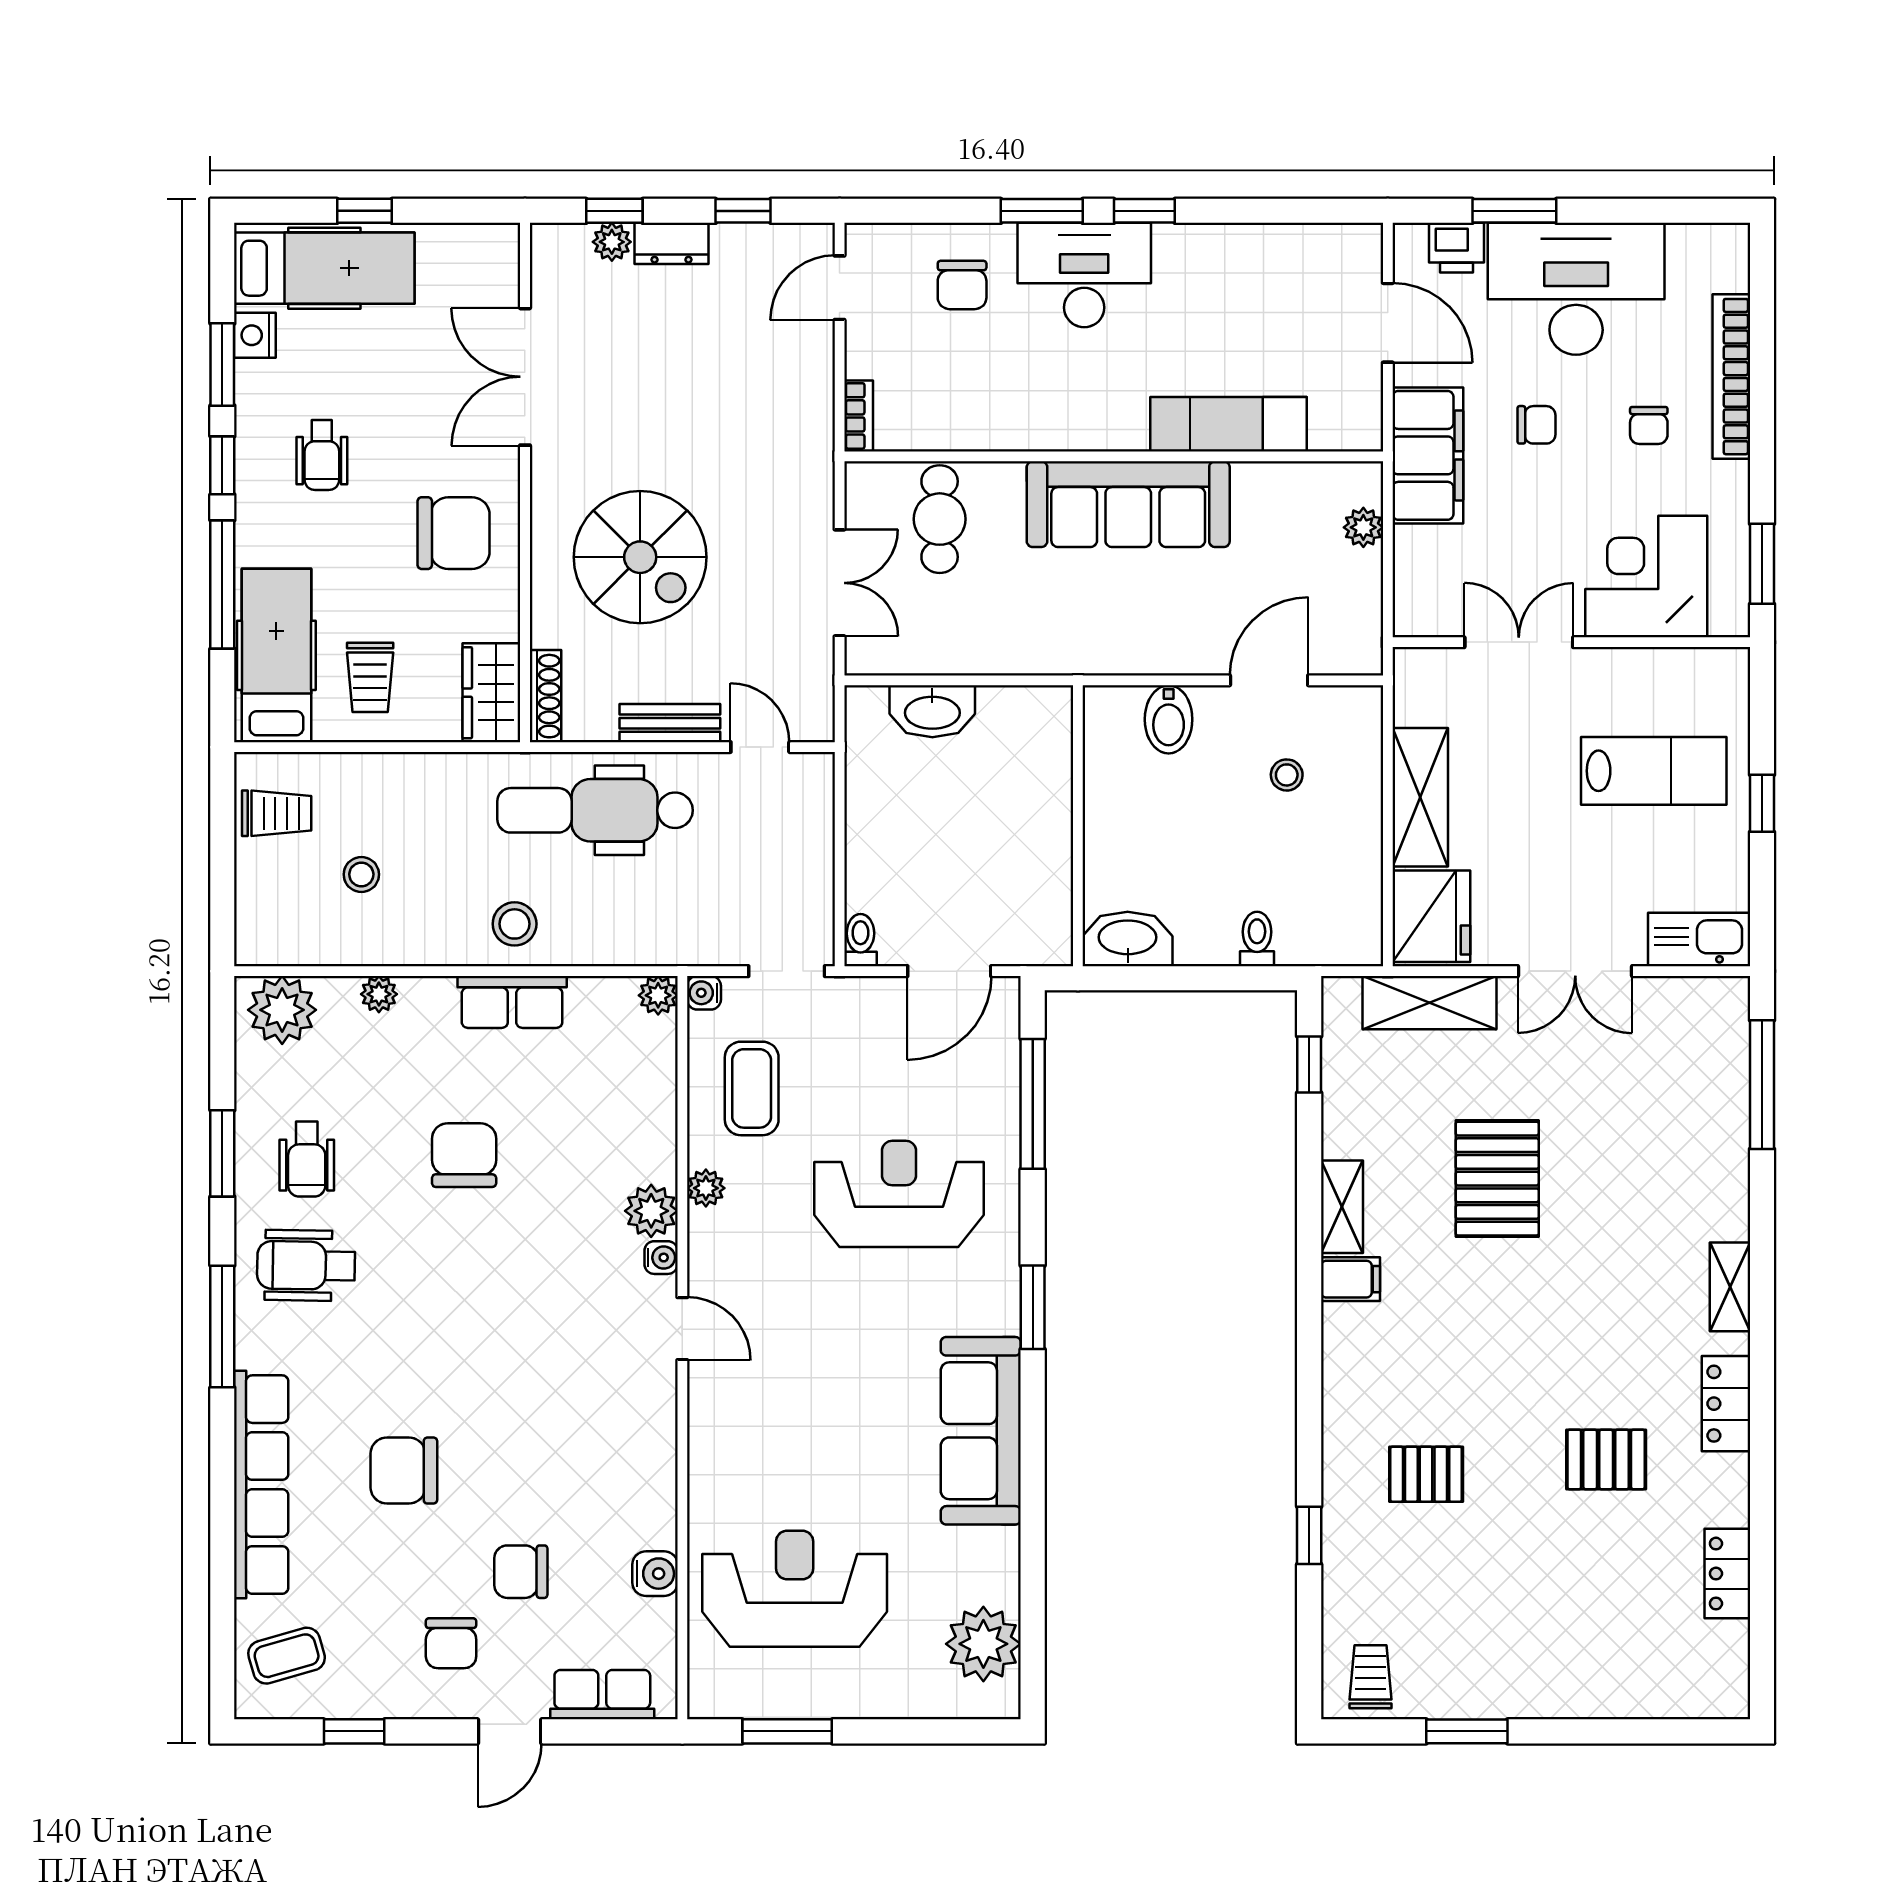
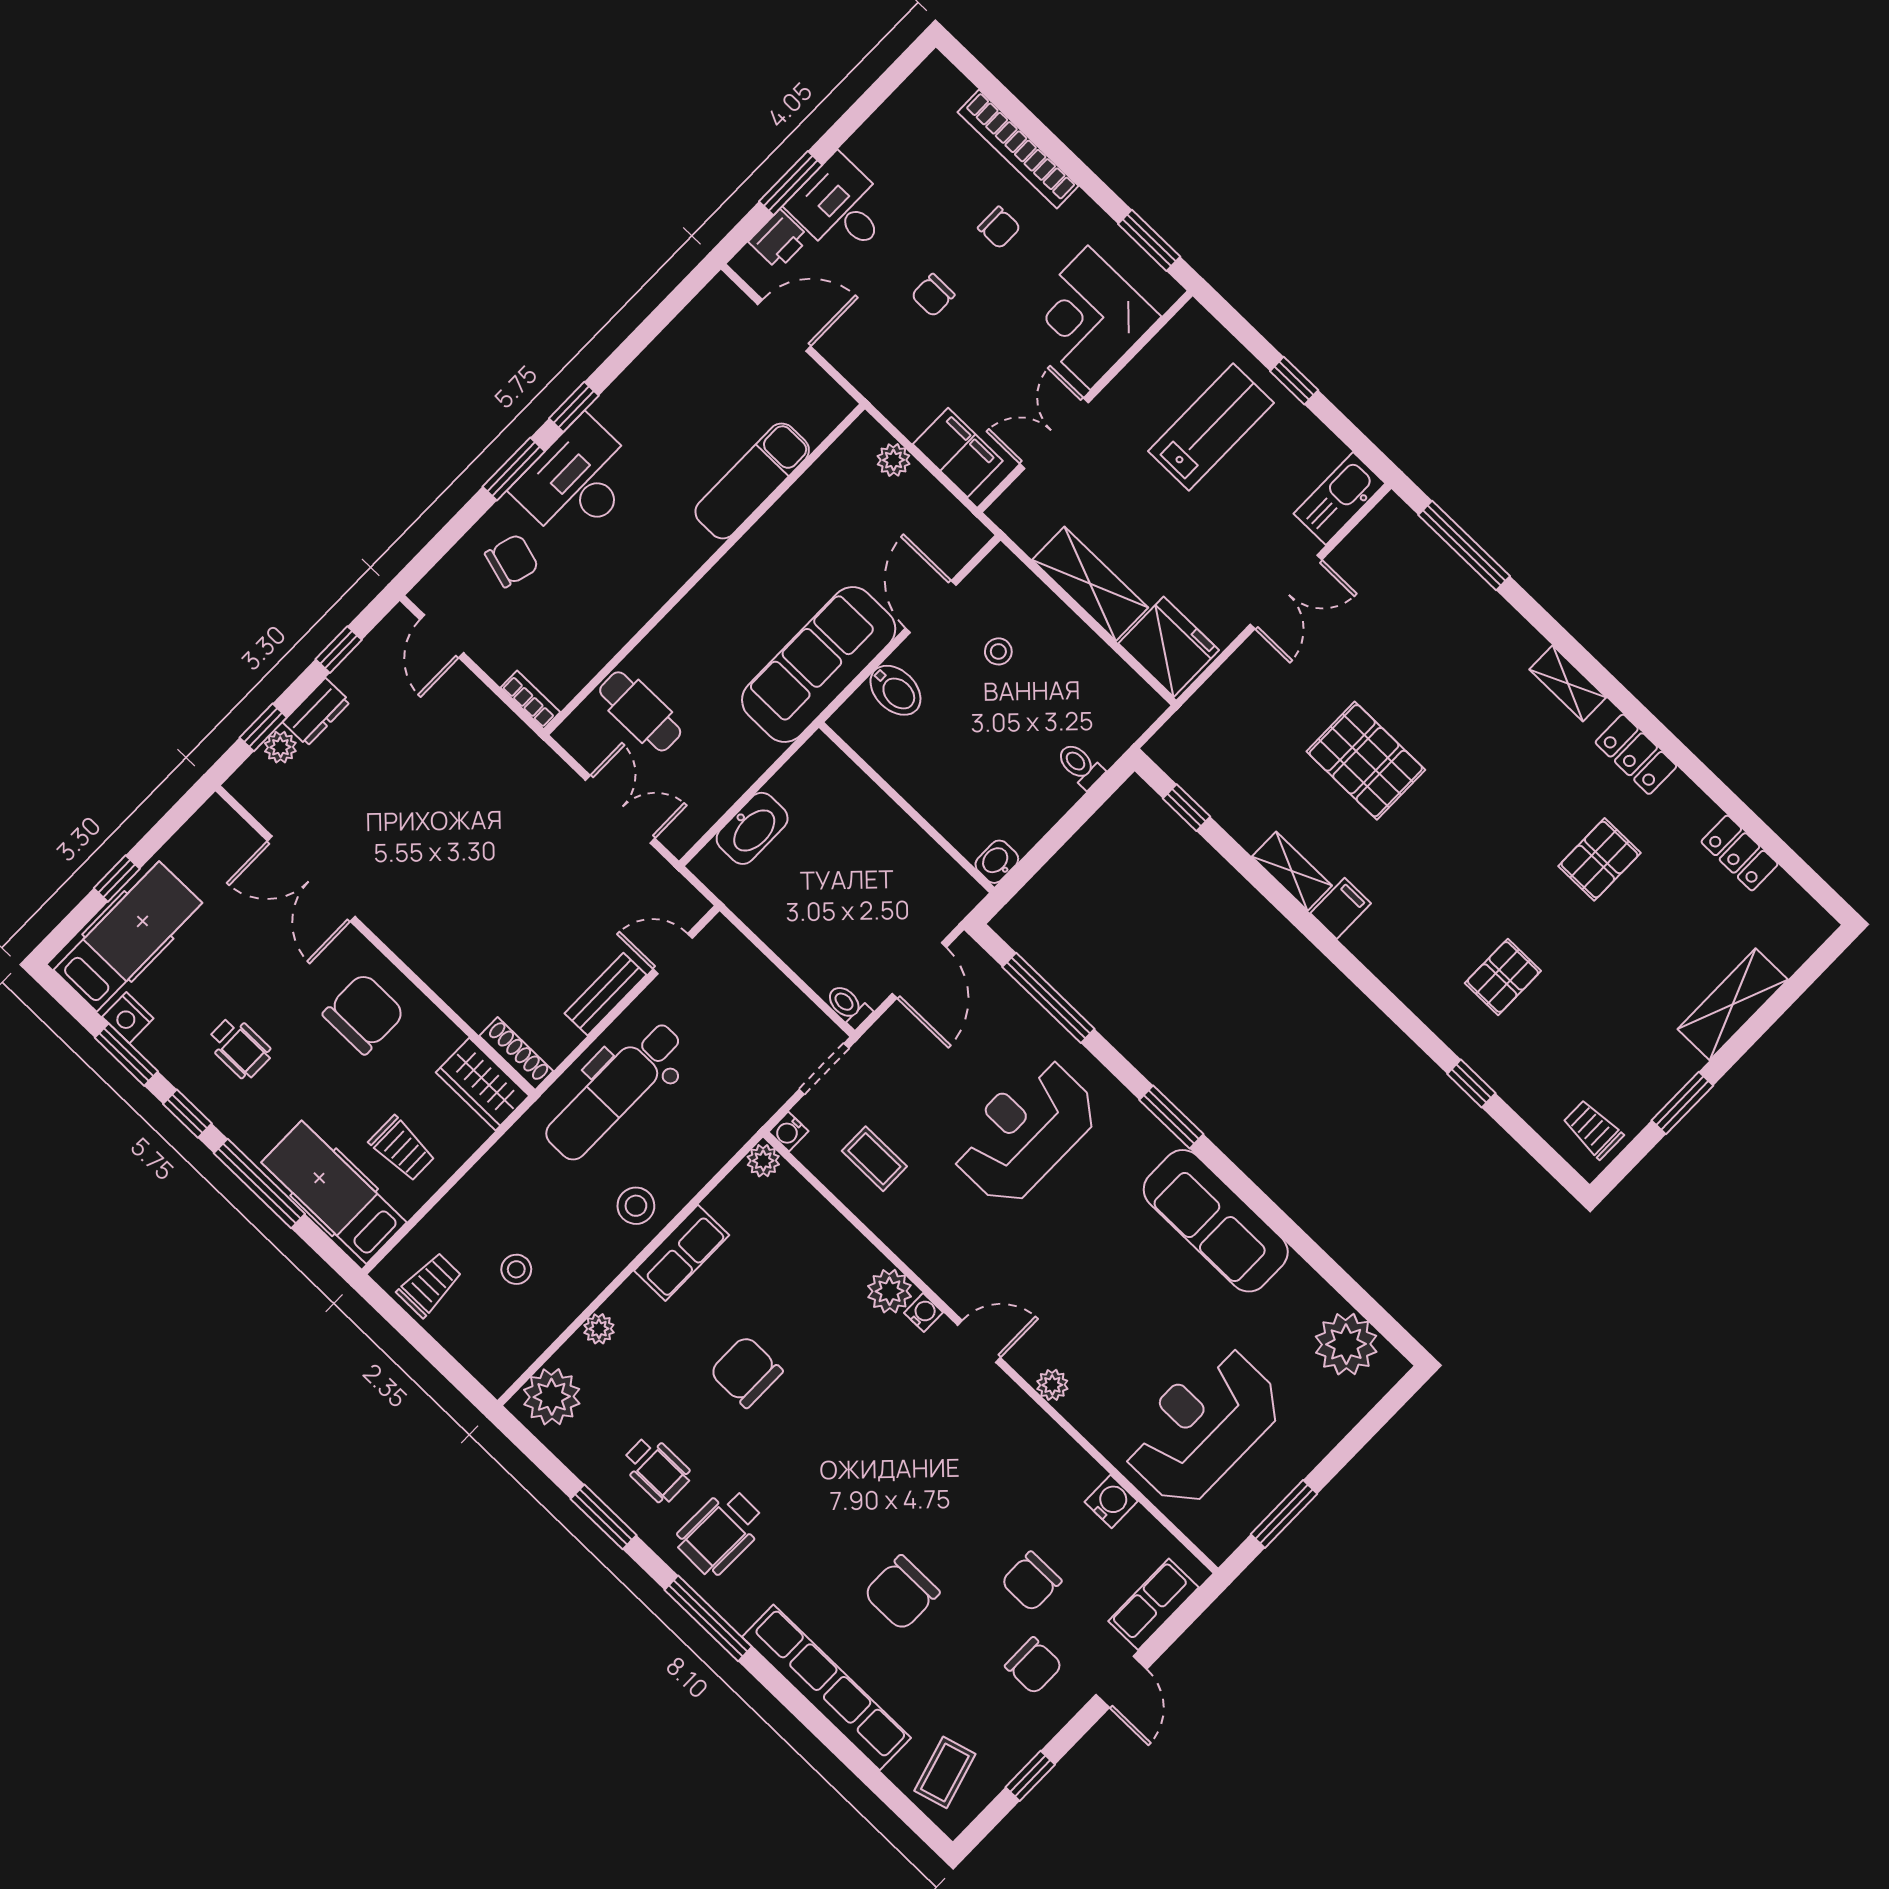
chair: (962, 285) -> (512, 561), turned -74
desk: (1576, 289) -> (841, 208), width x0.53, depth x0.77
chair: (1536, 425) -> (933, 295), turned 180
filing cabinet: (1428, 455) -> (958, 453), moved, width x0.67, depth x0.86
sofa: (1128, 504) -> (819, 664), moved, turned 180
spiral stairs: (640, 557) -> (488, 915), removed
washbasin: (1128, 939) -> (997, 862), width x0.52, depth x0.69
shelving: (1430, 1003) -> (1733, 1004), moved
coffee table: (752, 1088) -> (874, 1159), width x0.73, depth x0.77
plant: (706, 1188) -> (1052, 1385), moved

